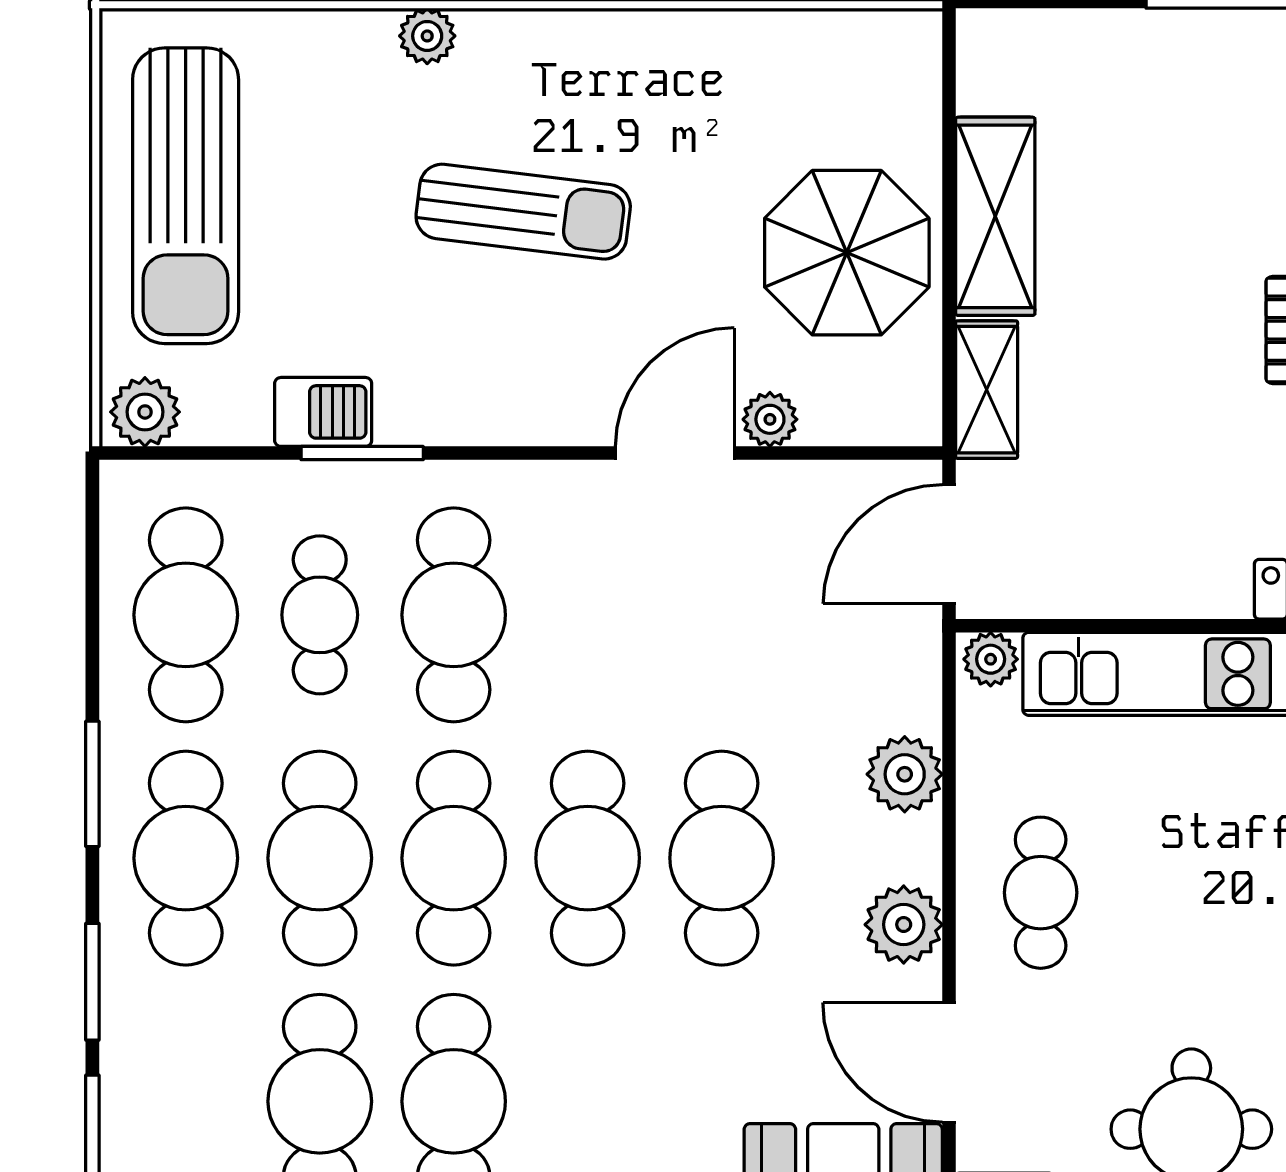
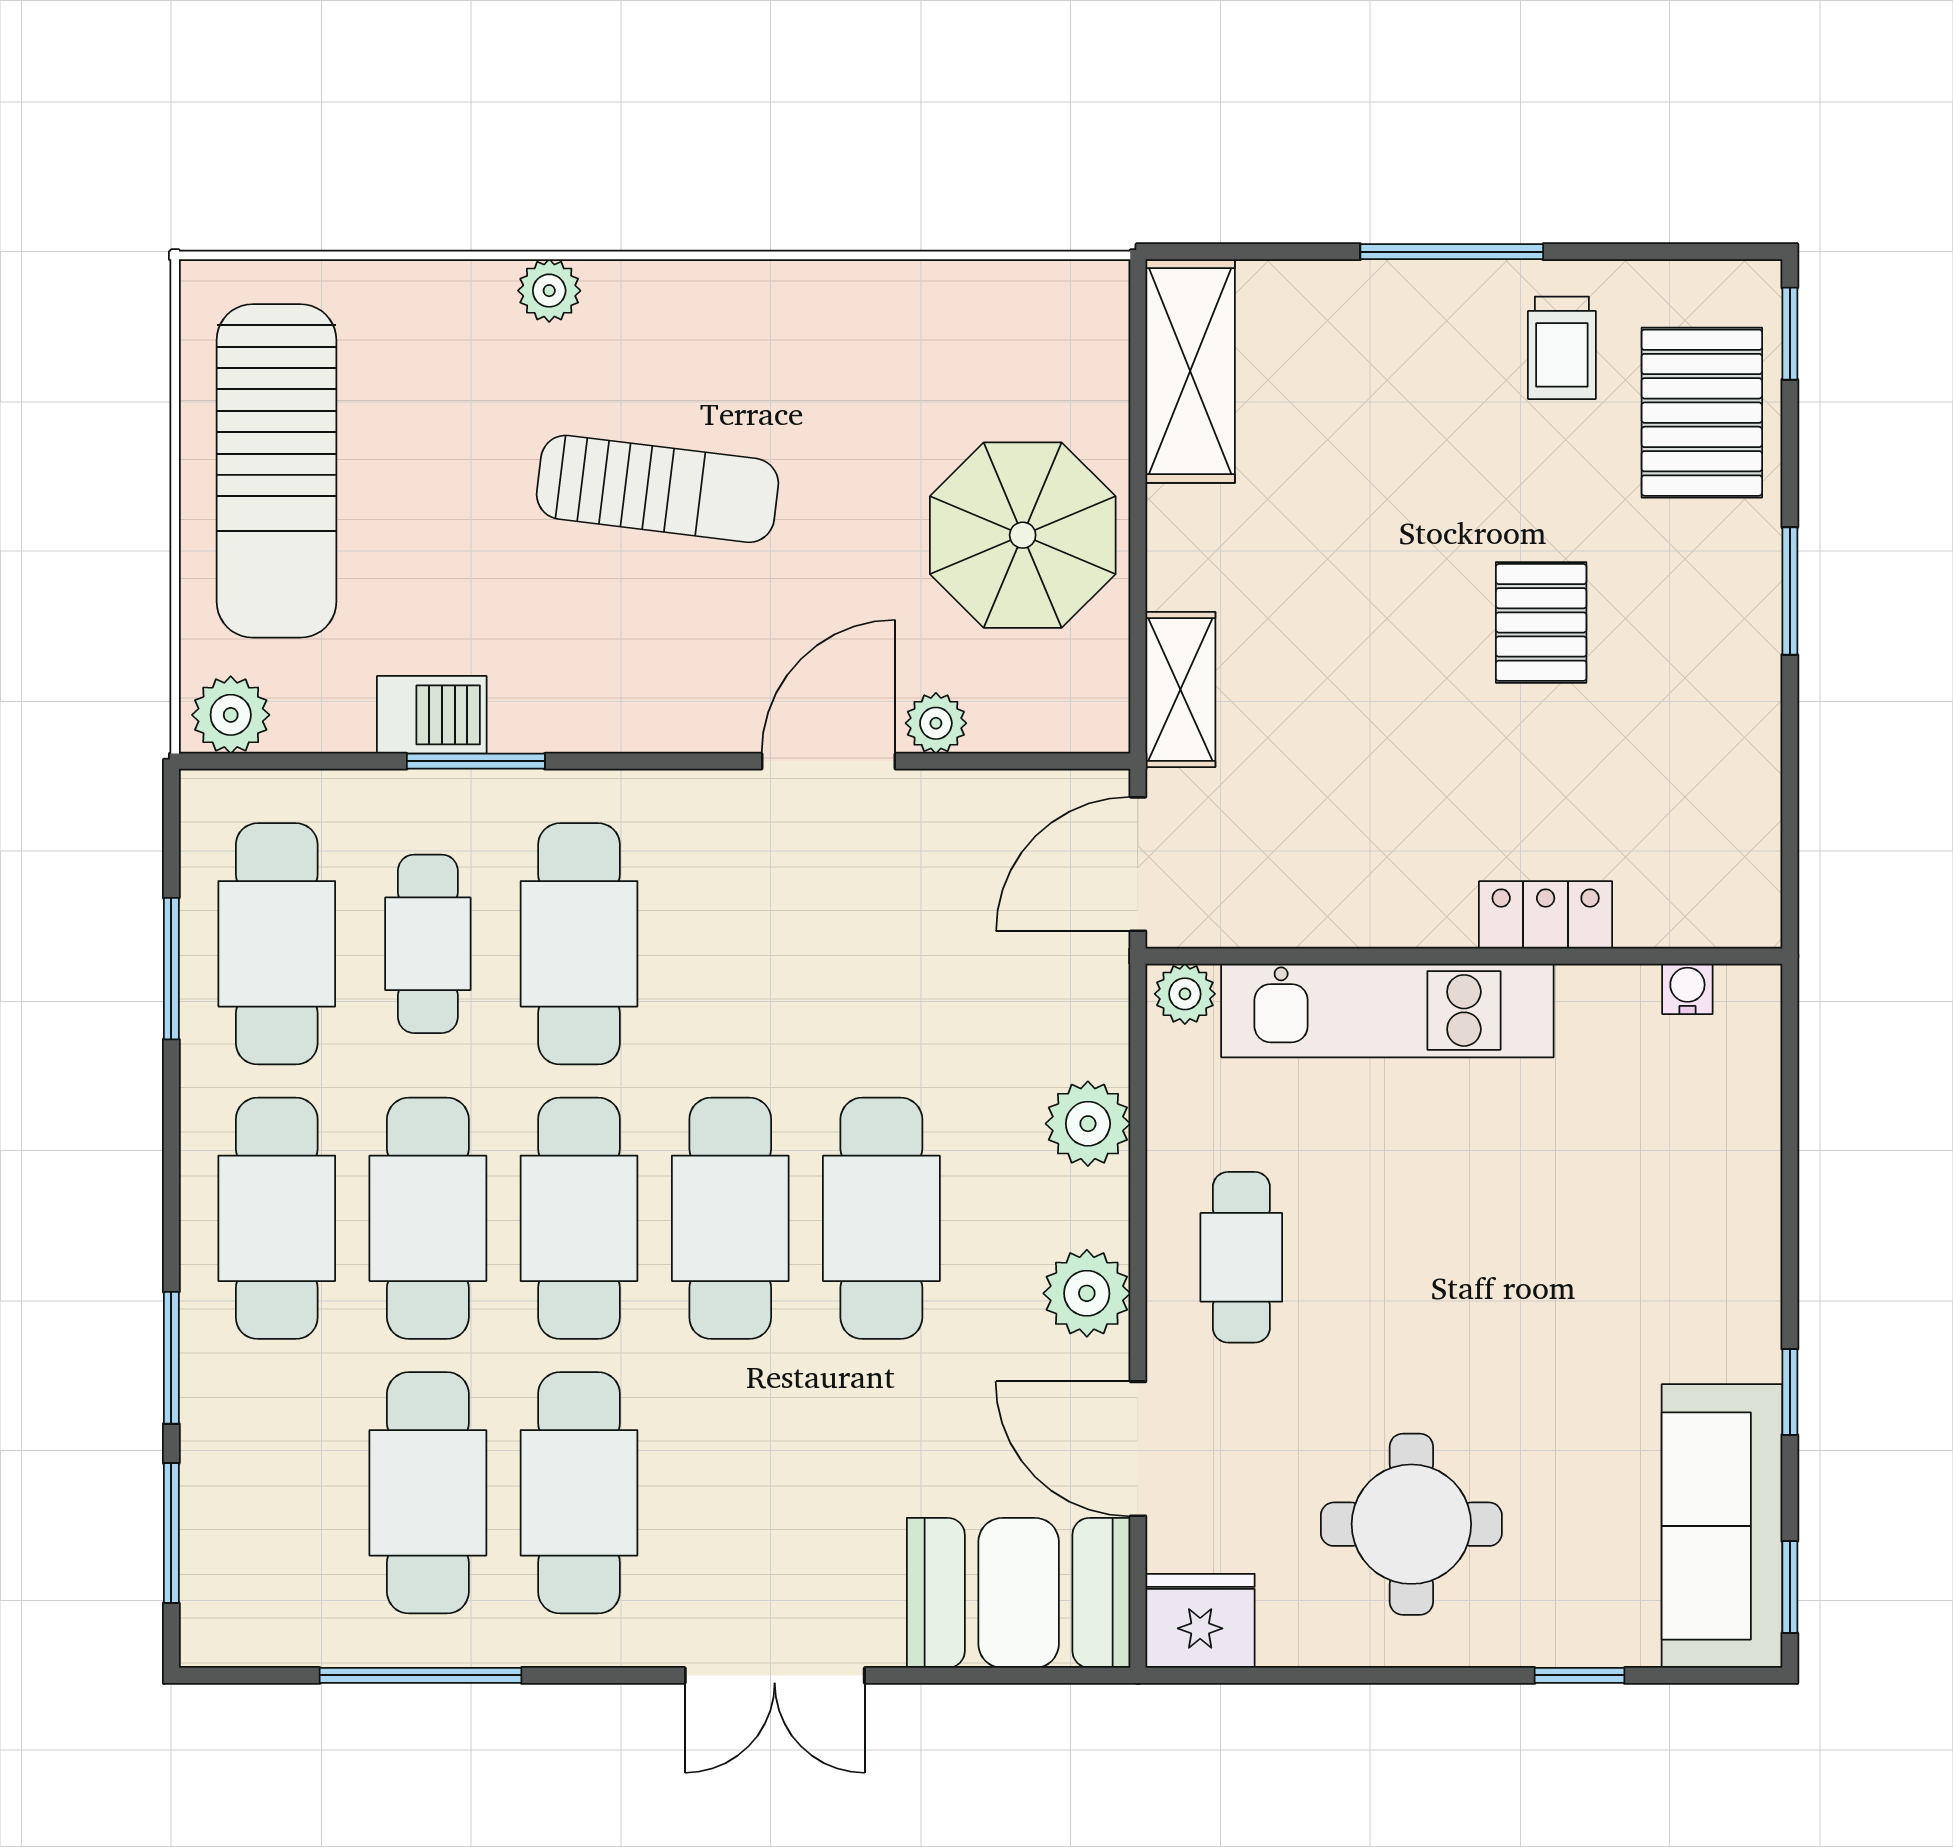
shelving: (995, 216) -> (1190, 371), moved
window: (92, 784) -> (171, 969), moved

